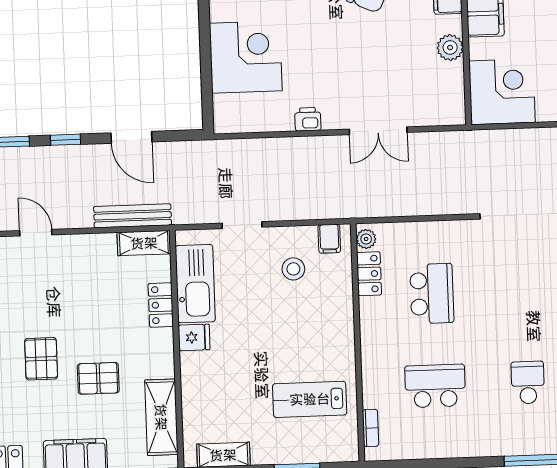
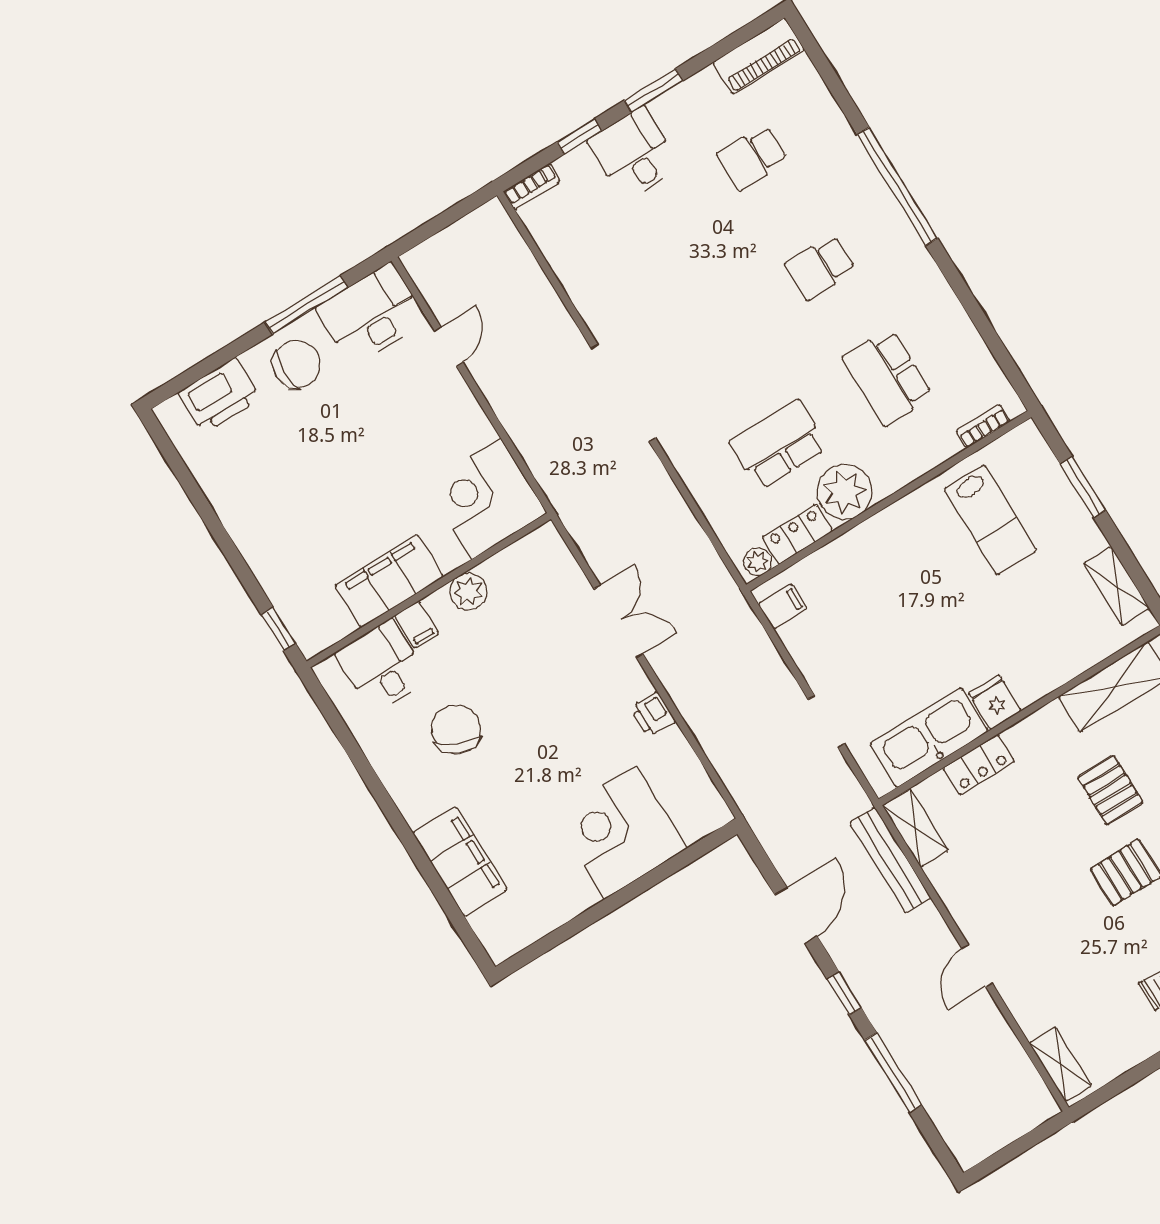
stool: (293, 269) -> (844, 629), removed
plant: (379, 318) -> (845, 492), added

